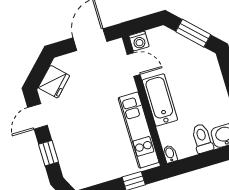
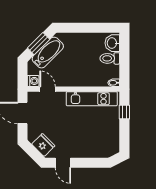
door: (134, 64) -> (48, 89), hinge flipped
bathtub: (160, 100) -> (48, 53), moved, turned 135
window: (48, 153) -> (89, 163), removed

